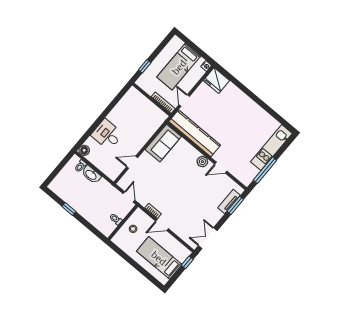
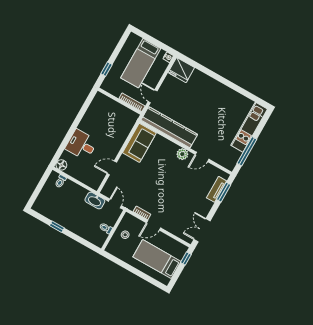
washbasin: (91, 175) -> (95, 201), moved

